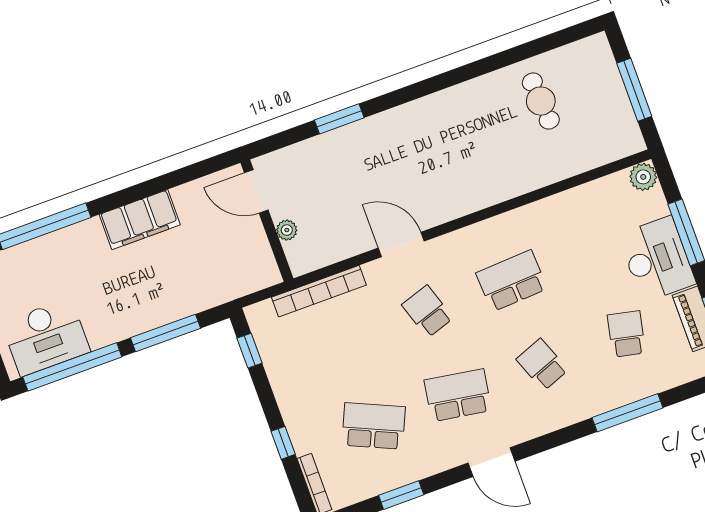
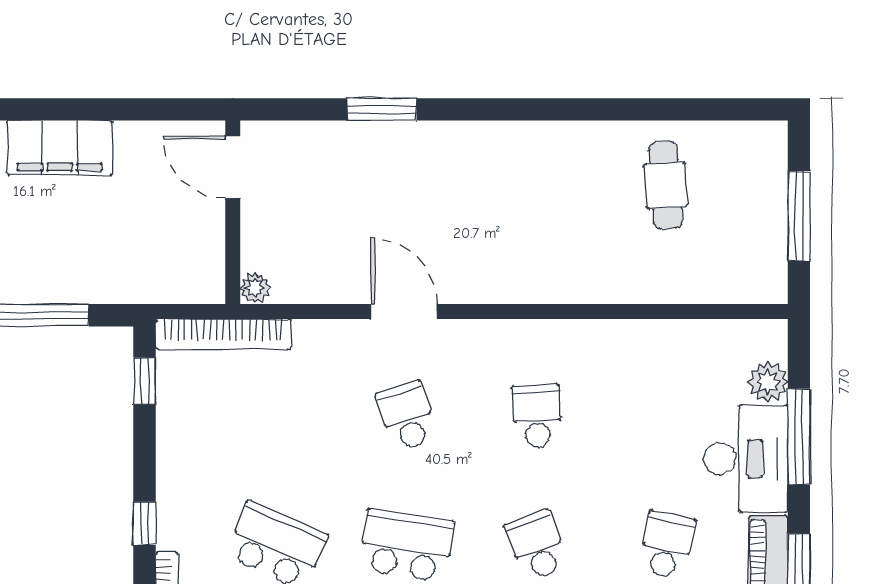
plant: (643, 177) -> (768, 382), moved
plant: (287, 230) -> (255, 288), moved
school desk: (512, 281) -> (537, 416), width x0.54
bookcase: (319, 291) -> (223, 334), moved

